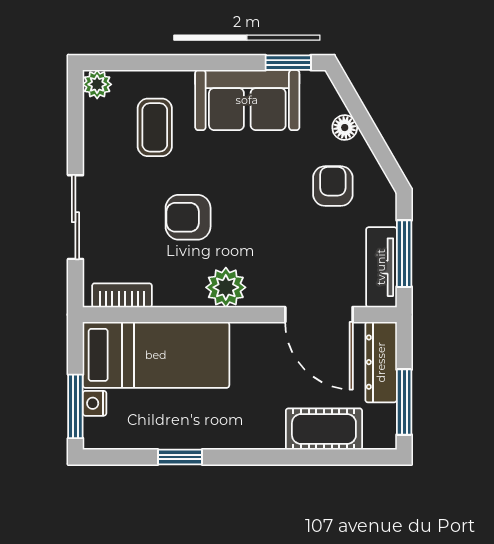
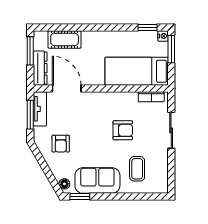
plant: (97, 84) -> (162, 187), removed
floor lamp: (345, 128) -> (64, 184), moved
plant: (226, 287) -> (107, 100), removed
nightstand: (95, 403) -> (163, 36), moved
window: (180, 457) -> (148, 27), moved

